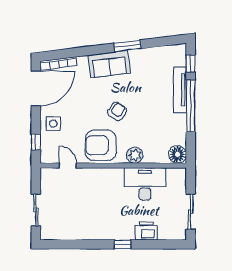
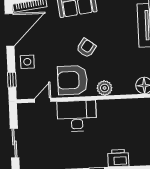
door: (68, 165) -> (43, 100), hinge flipped
desk: (145, 184) -> (77, 116), moved

